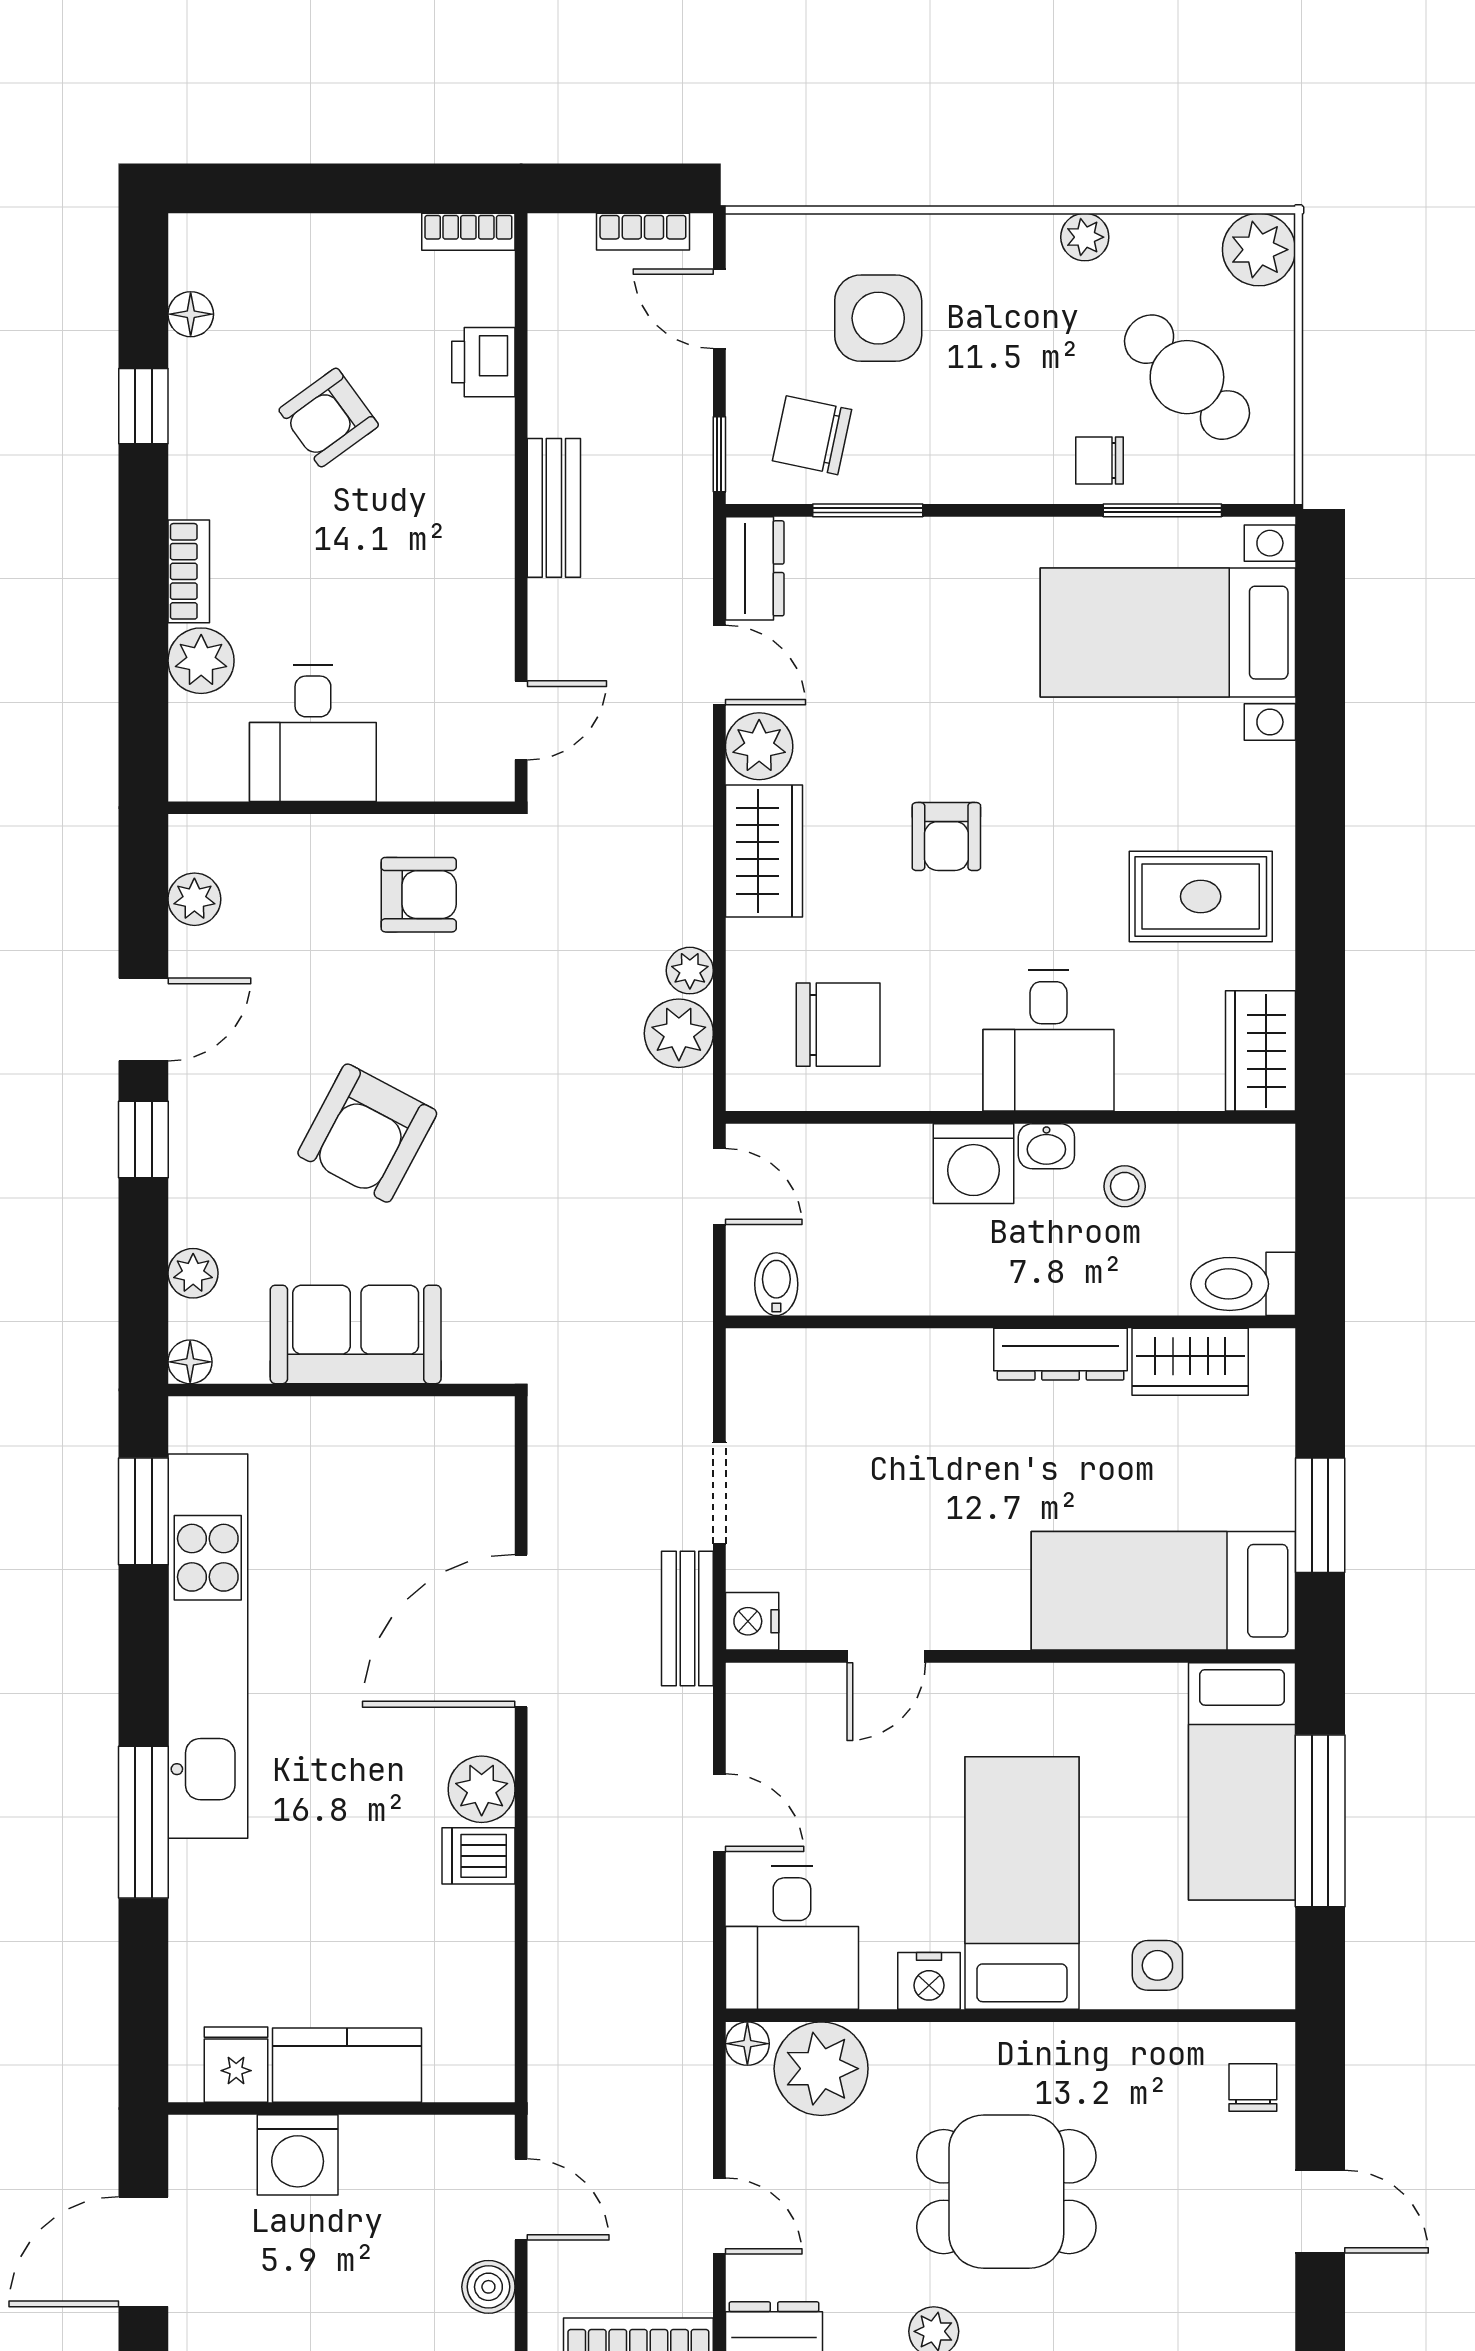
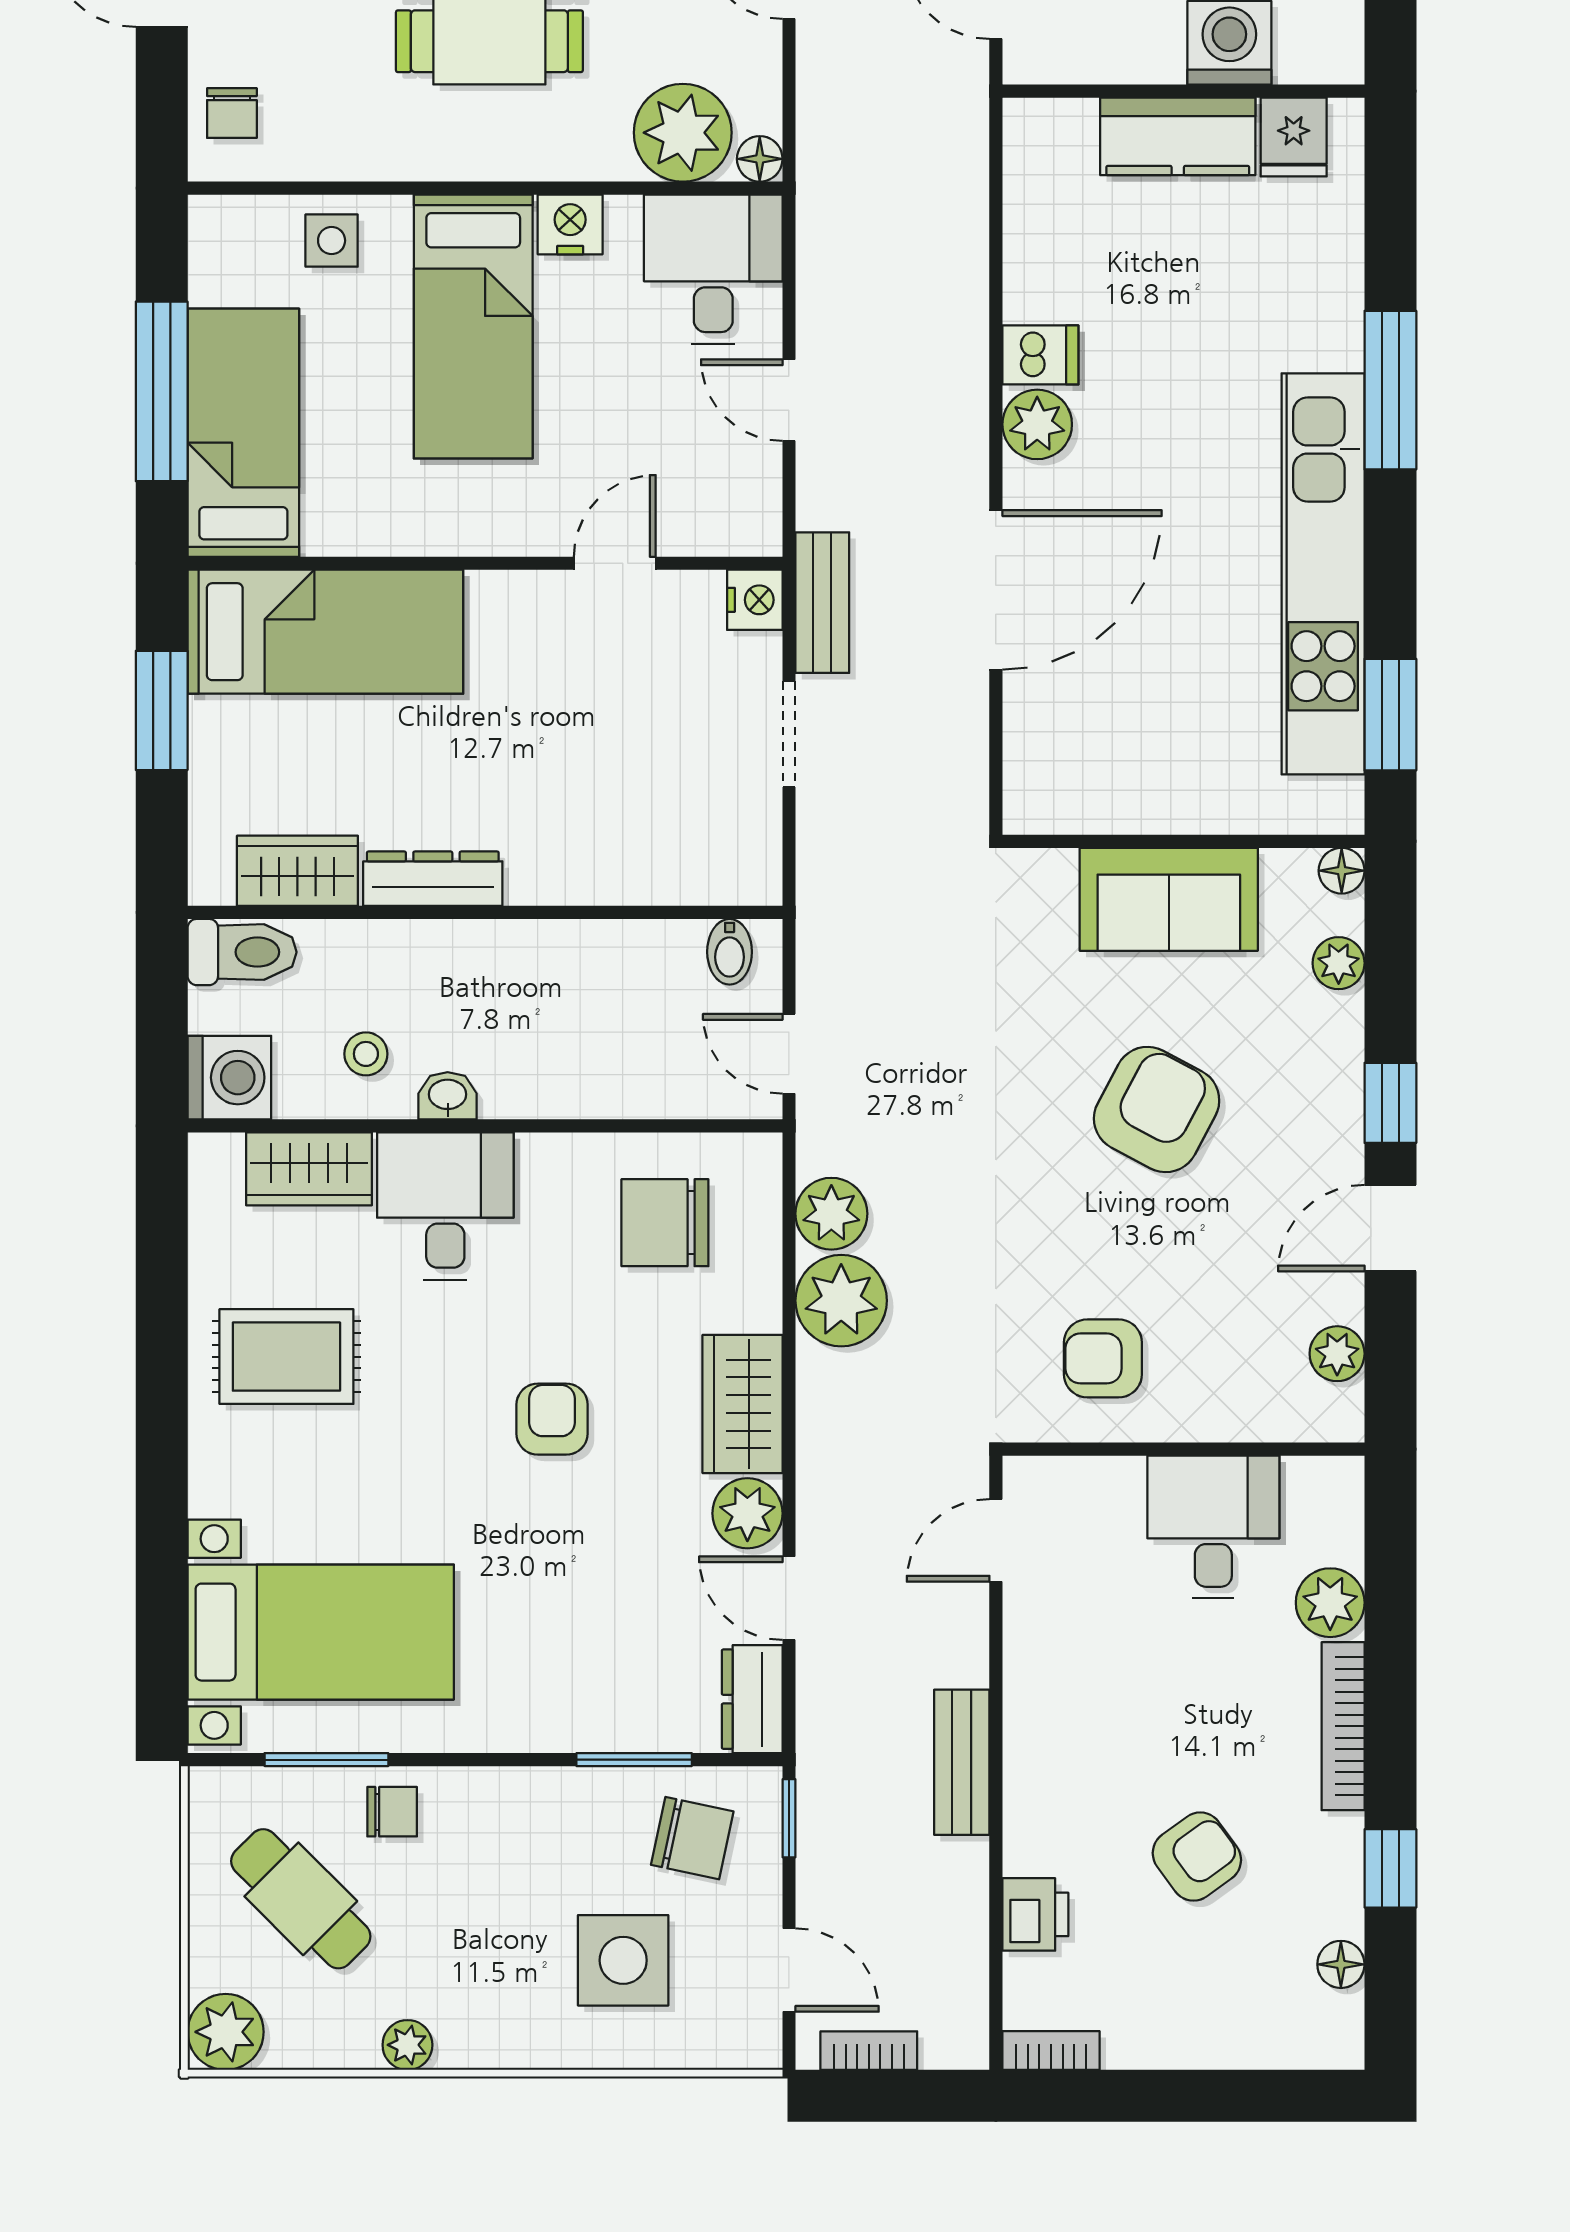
bookcase: (189, 571) -> (1343, 1726), width x1.56
plant: (690, 971) -> (841, 1301), width x1.88, depth x1.88
wardrobe: (1260, 1051) -> (309, 1169), moved, turned 90
washing machine: (973, 1164) -> (229, 1078), moved, turned 90

